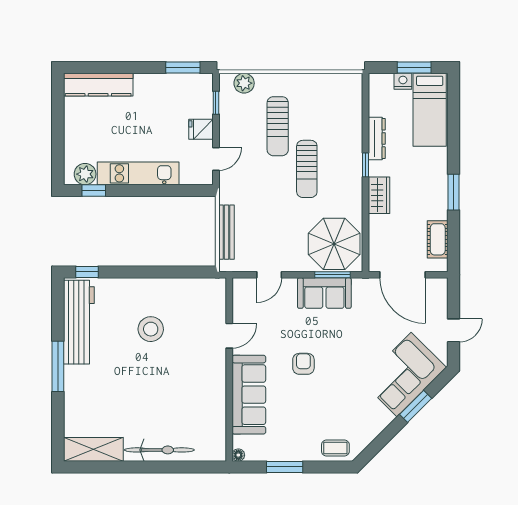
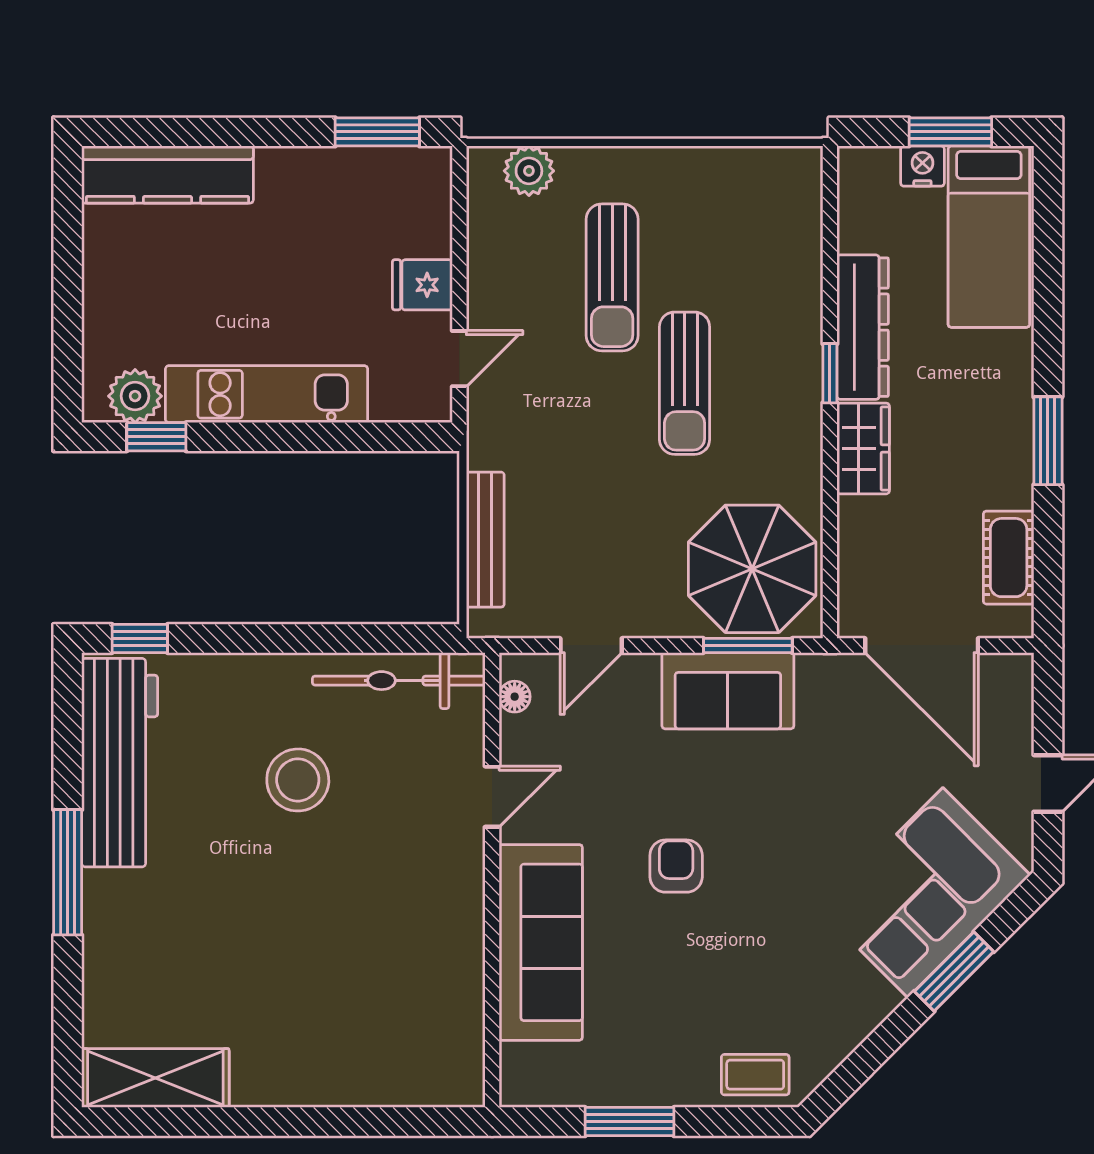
window: (216, 103) -> (459, 219), removed
dresser: (377, 138) -> (863, 327), width x1.37, depth x1.24
bicycle: (159, 450) -> (399, 681), moved, turned 180
floor lamp: (238, 455) -> (515, 697), moved

